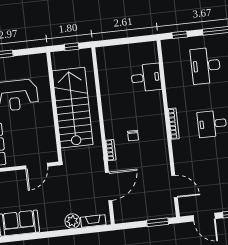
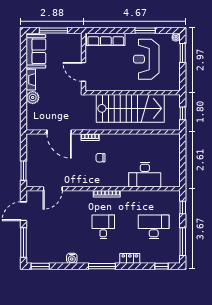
desk: (146, 78) -> (145, 175), width x1.37
fireplace: (93, 221) -> (31, 80), moved

